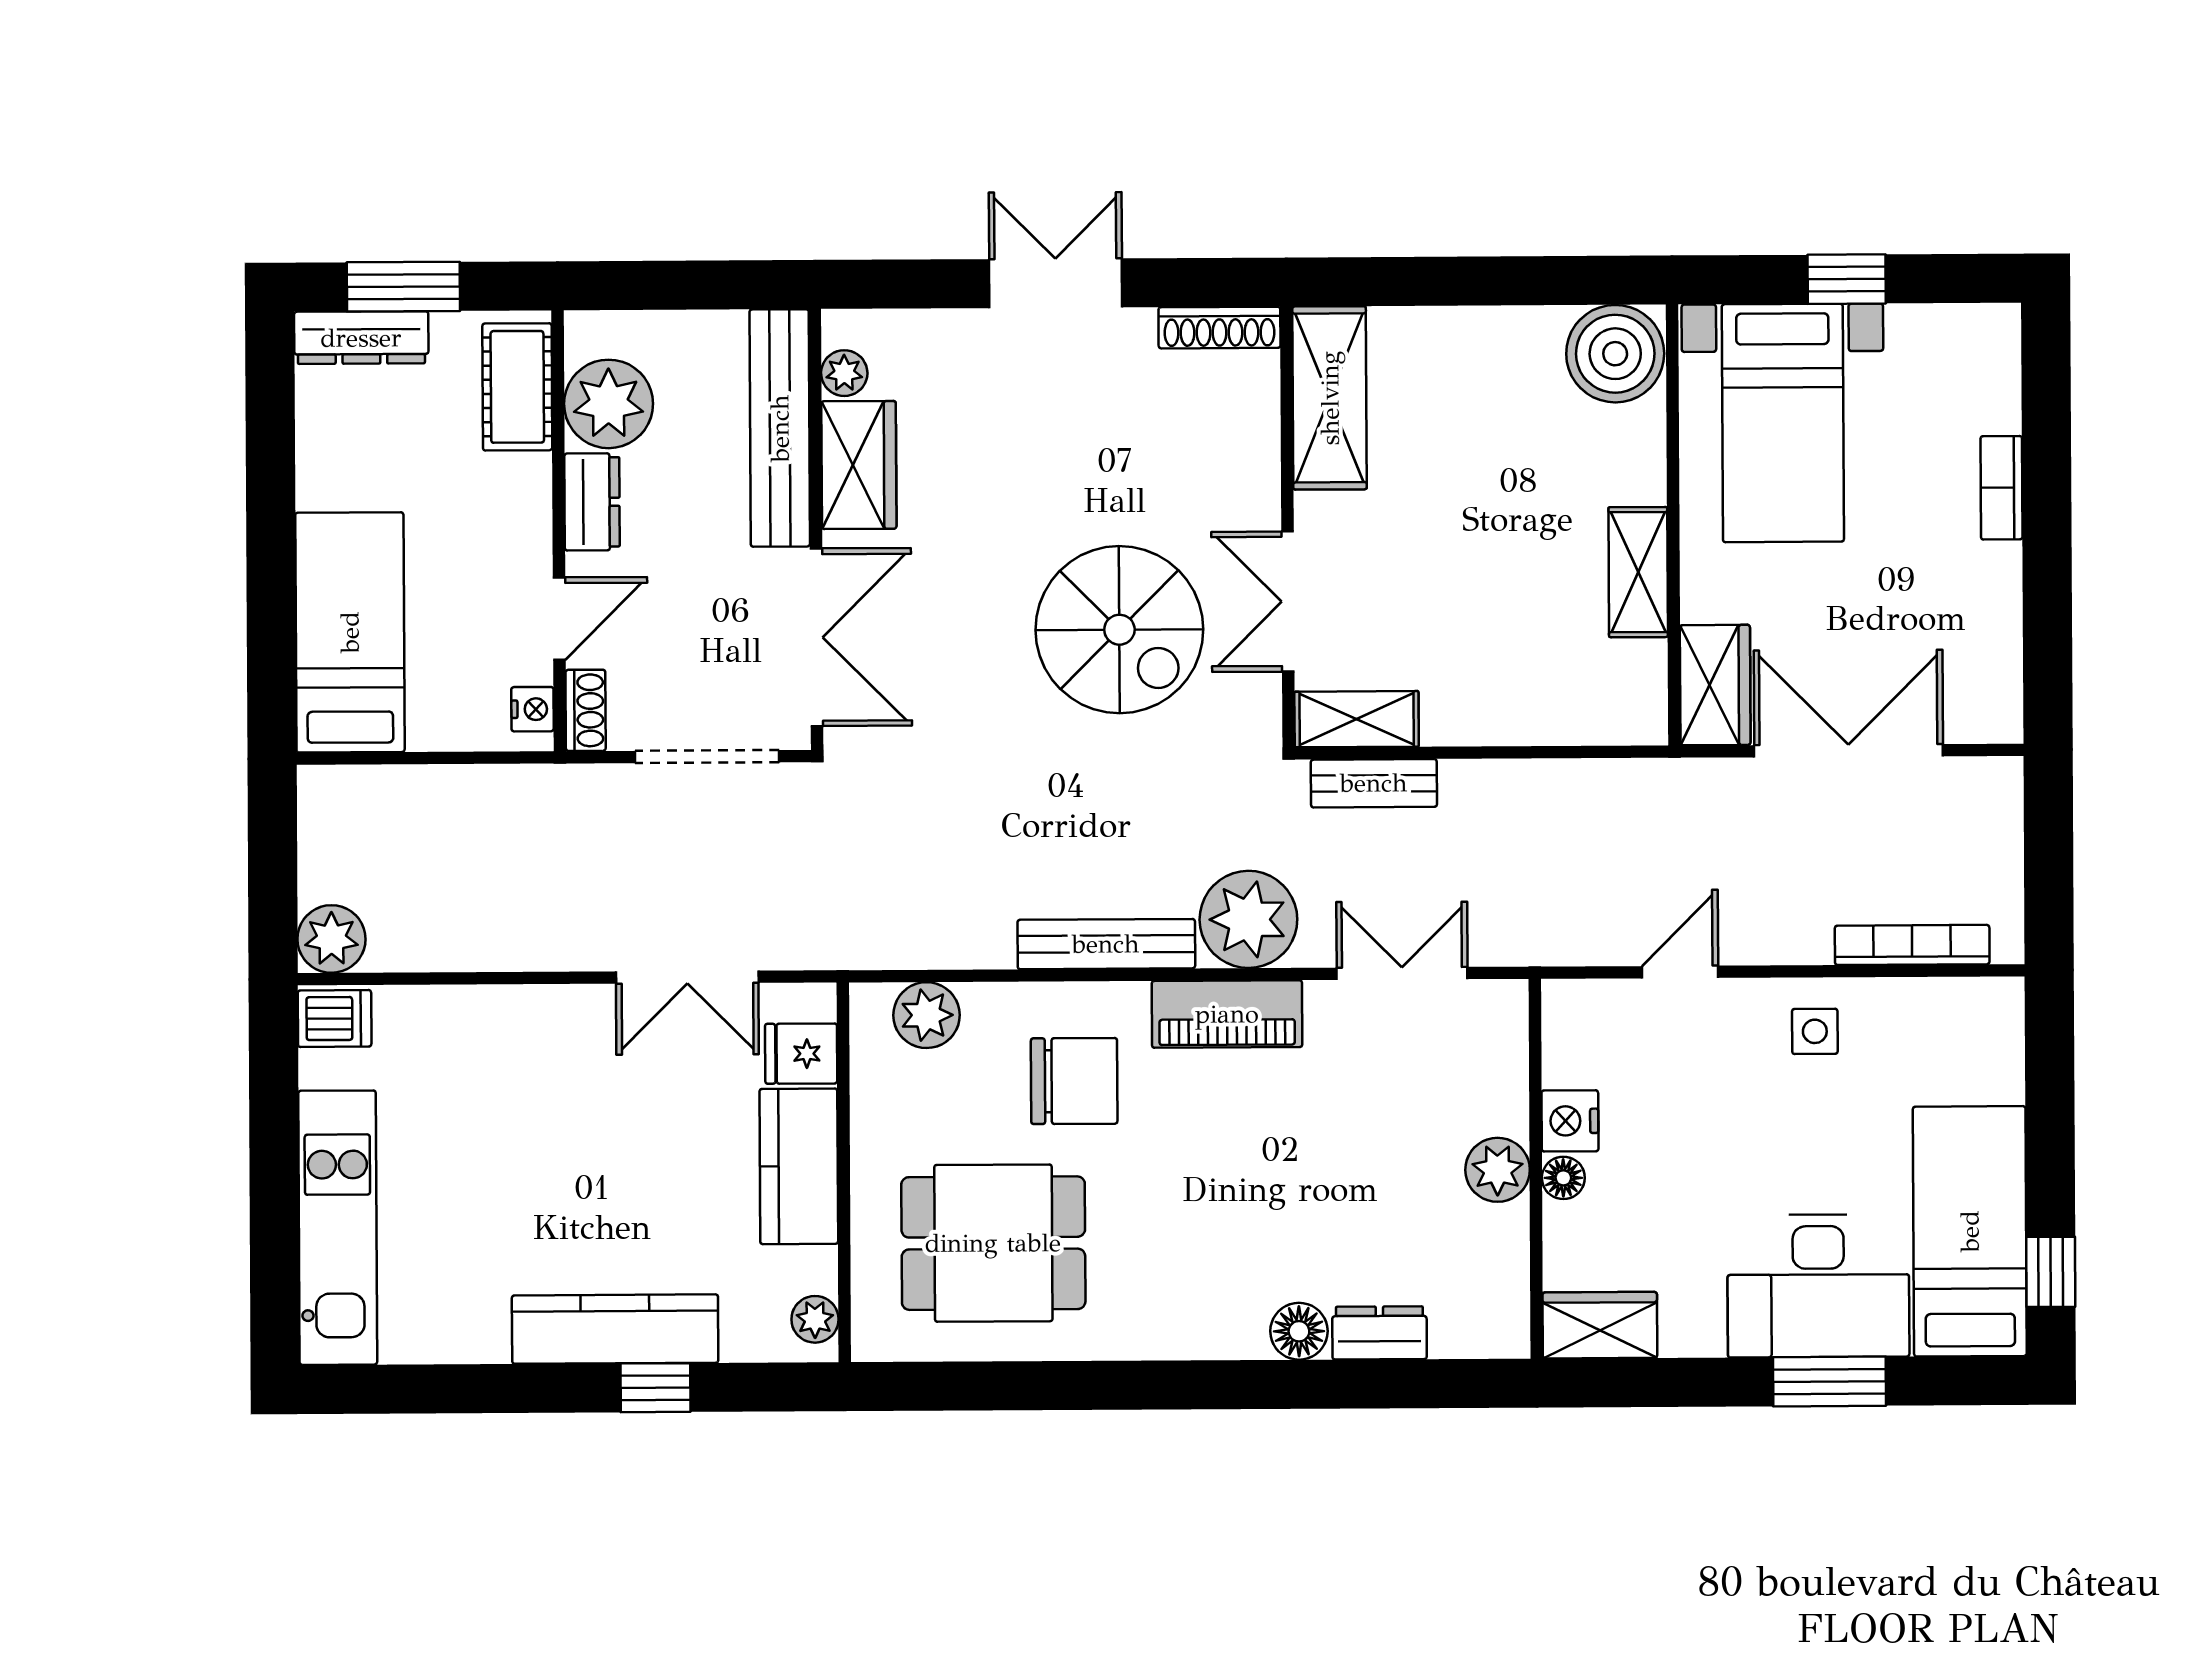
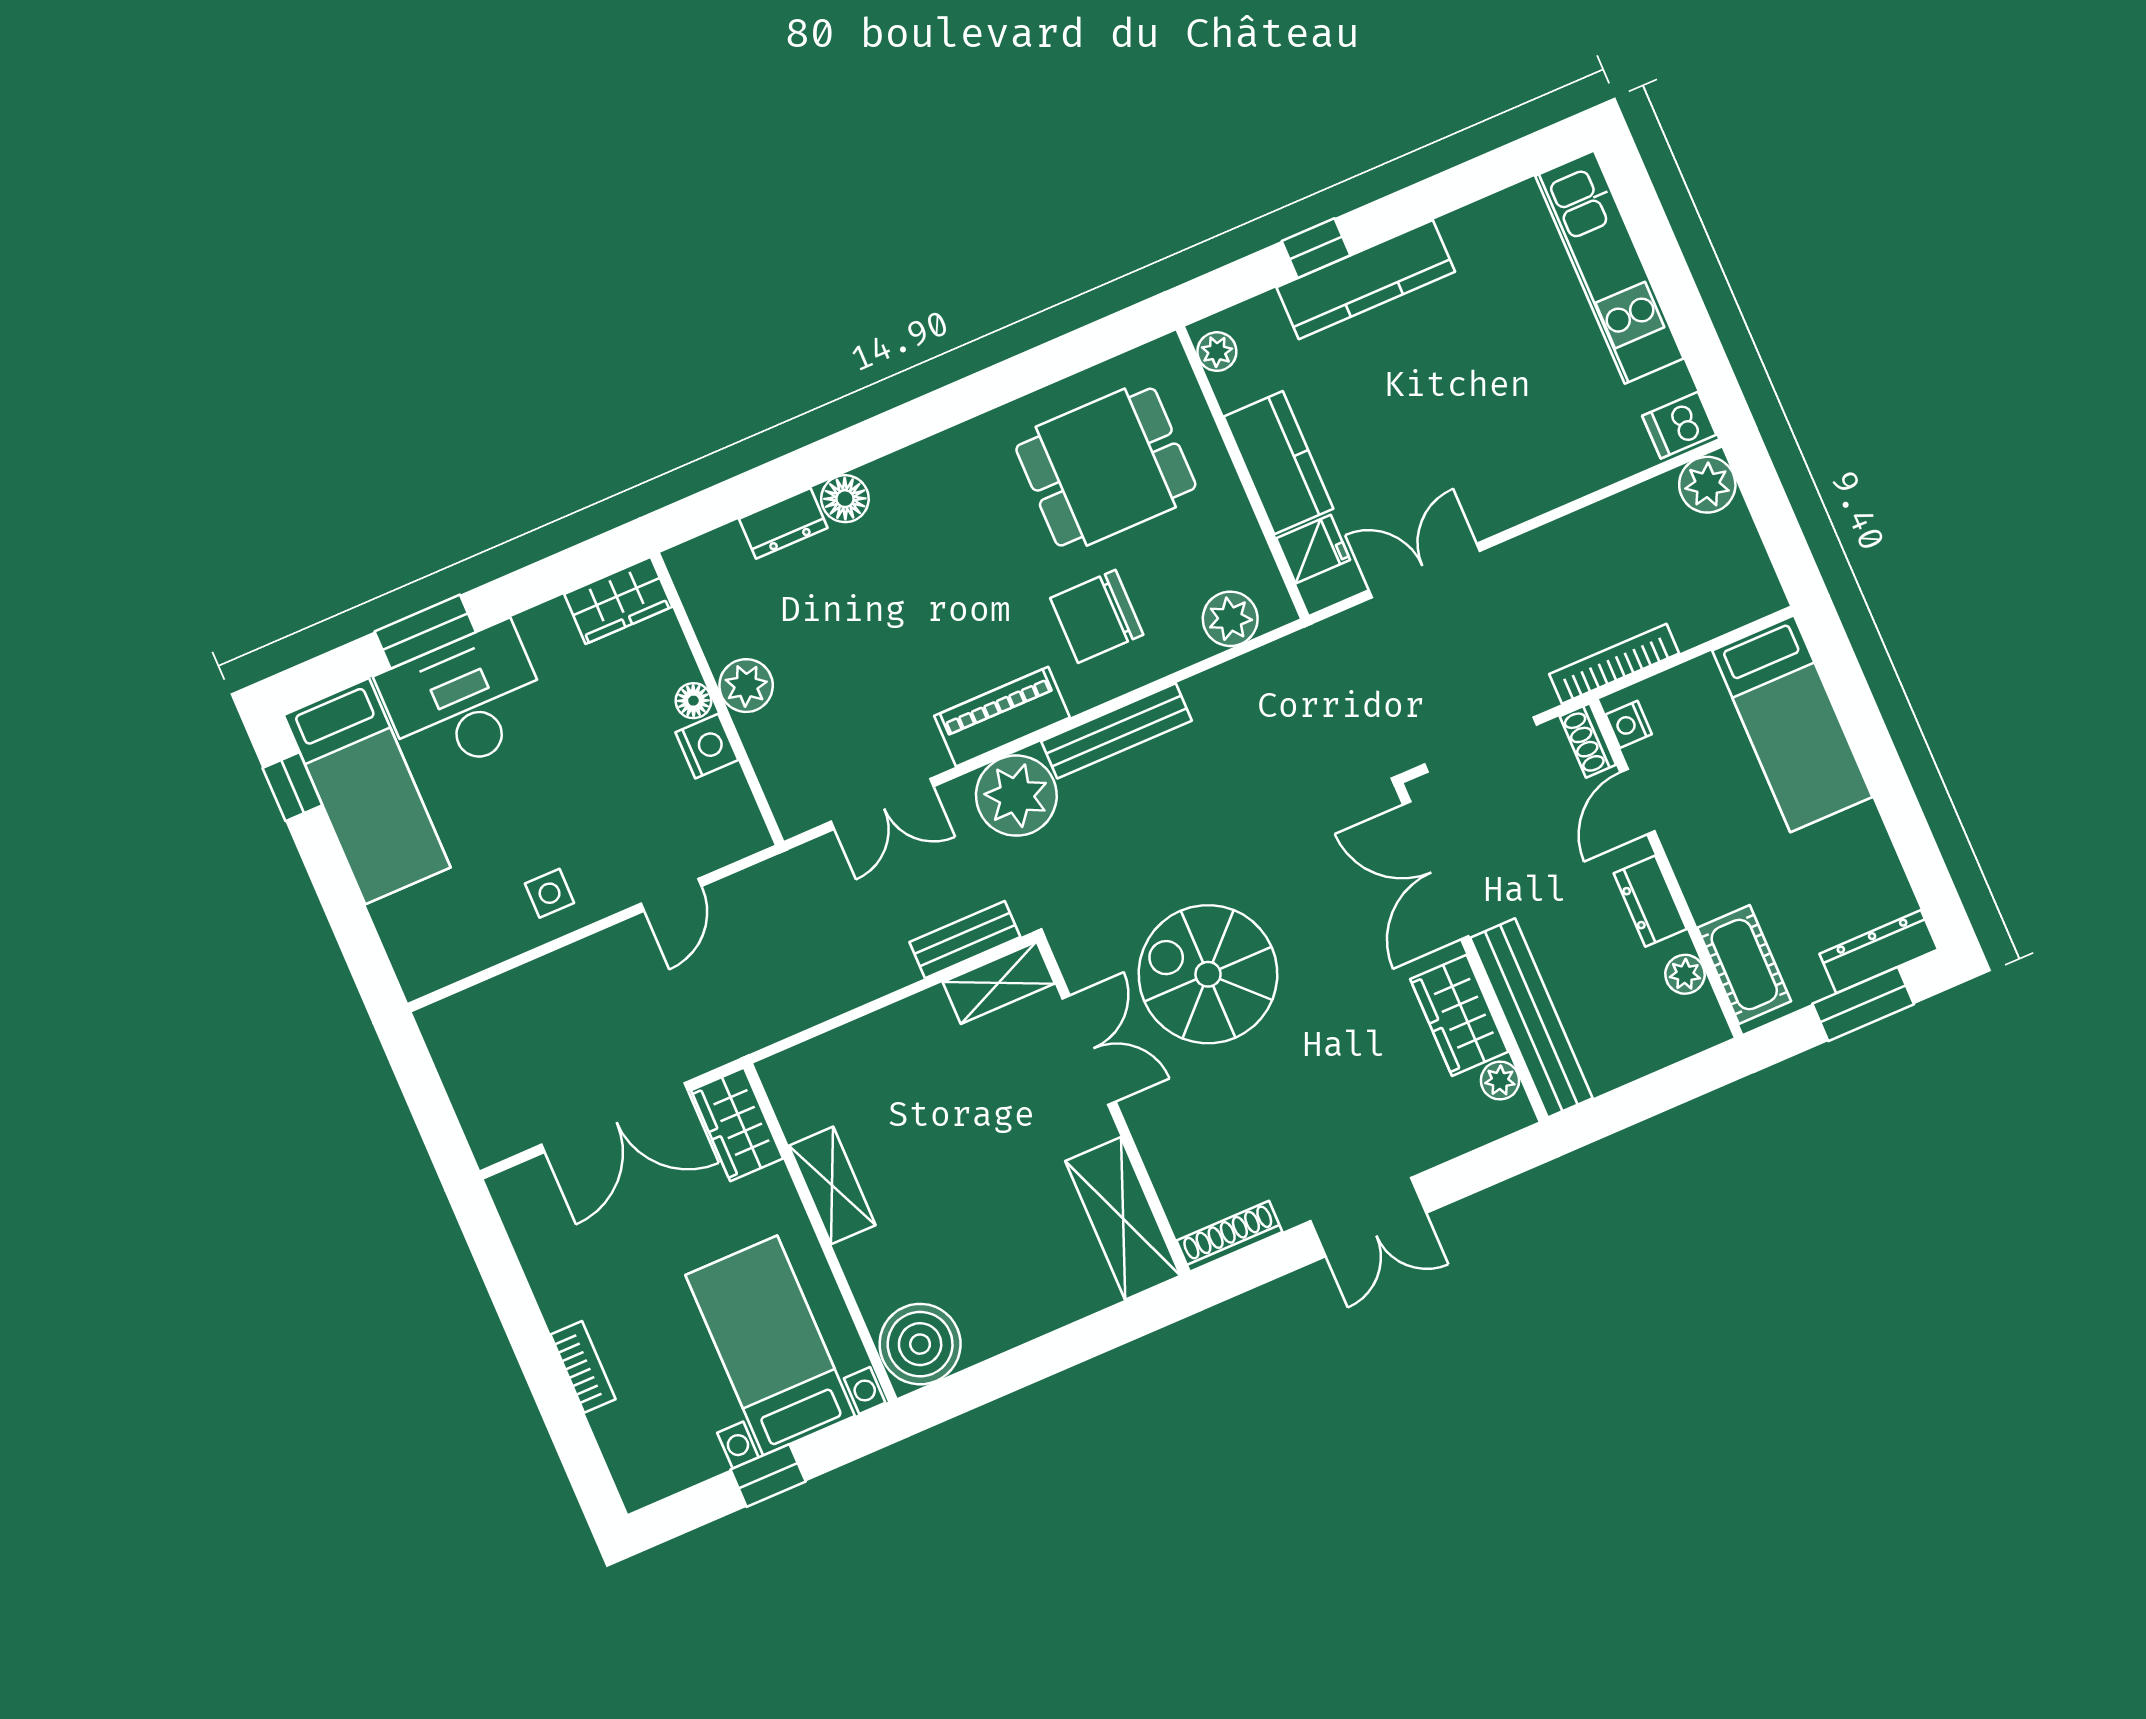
plant: (609, 404) -> (1685, 974), width x0.53, depth x0.53
bookcase: (1912, 945) -> (1614, 664), moved, turned 180

